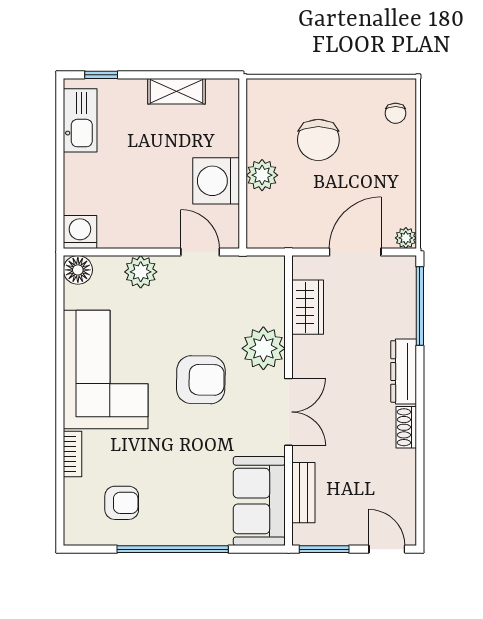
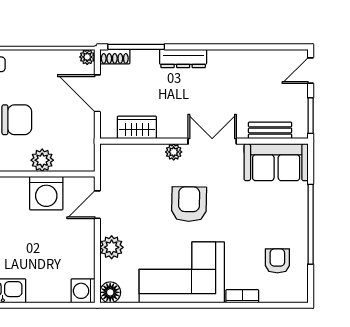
plant: (263, 348) -> (174, 152), width x0.53, depth x0.53
shoe rack: (406, 427) -> (115, 57), moved

